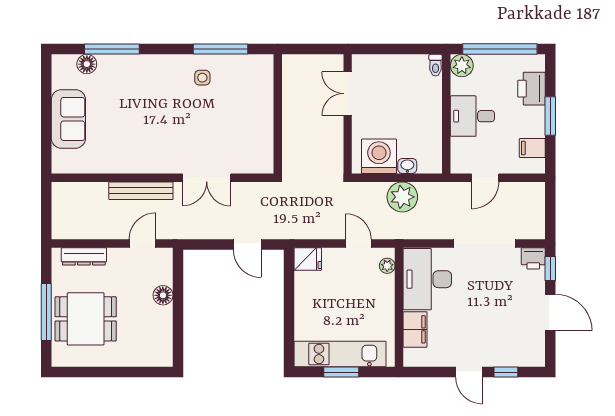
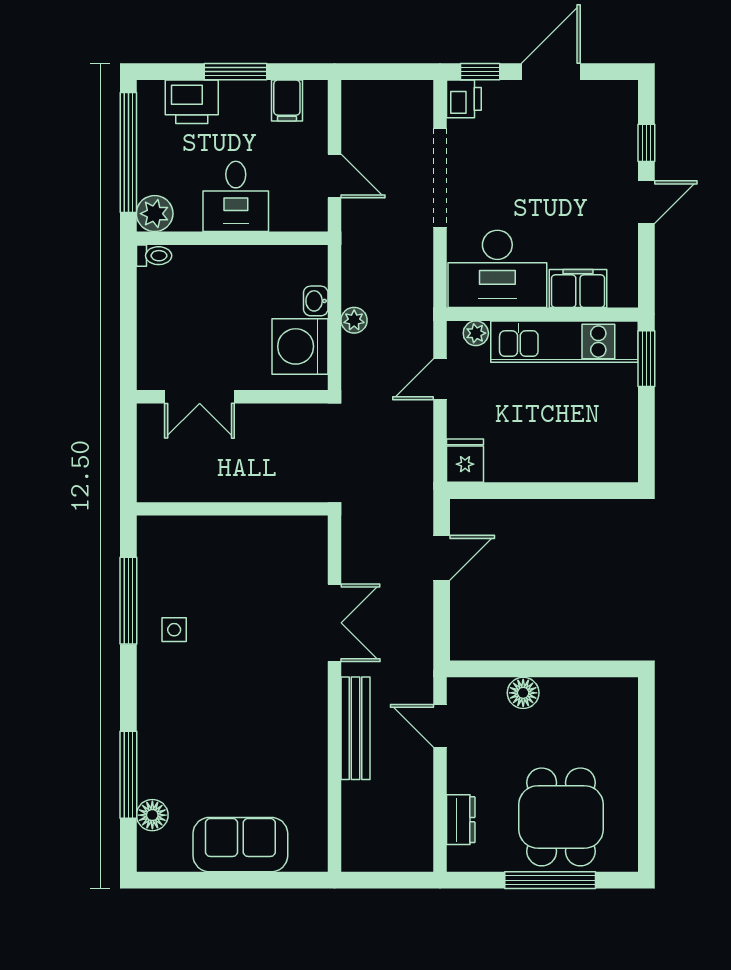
plant: (402, 197) -> (354, 320), width x0.53, depth x0.53
dresser: (84, 256) -> (461, 820), width x0.70
kitchen unit: (340, 354) -> (564, 342), moved, turned -90
window: (341, 372) -> (646, 359), moved

